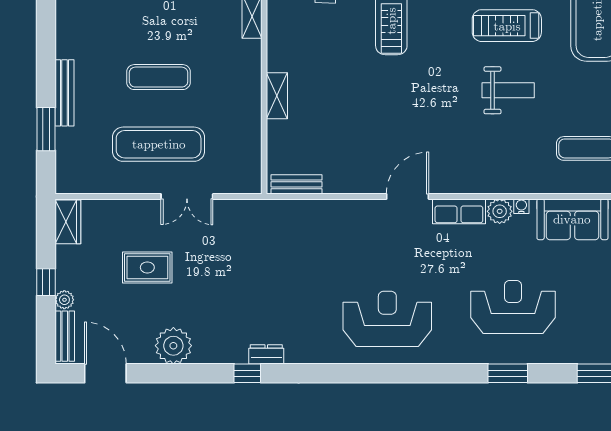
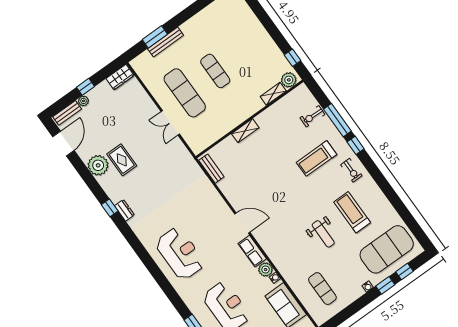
bench: (65, 93) -> (166, 42), moved
rug: (147, 267) -> (122, 160), moved

